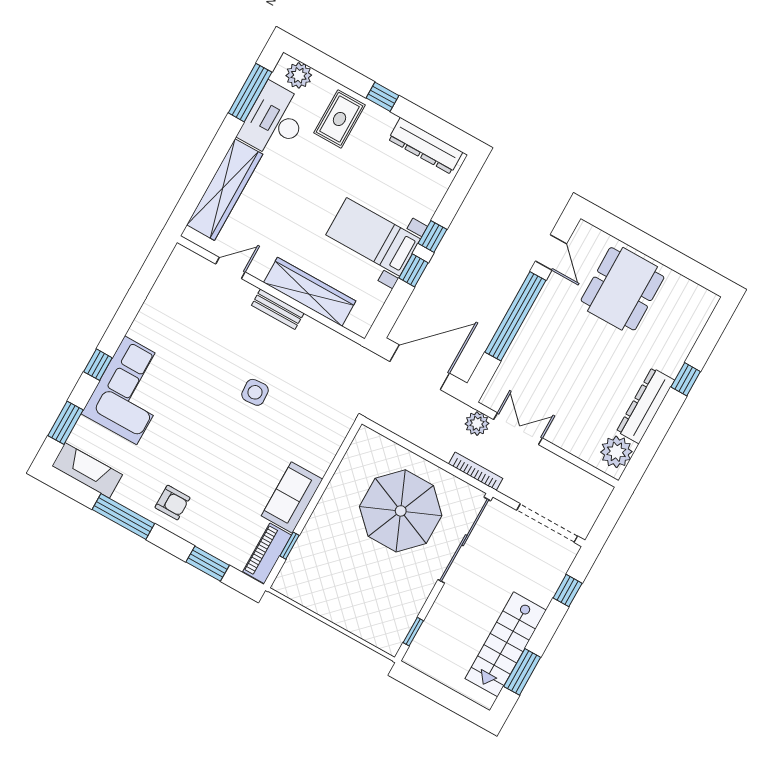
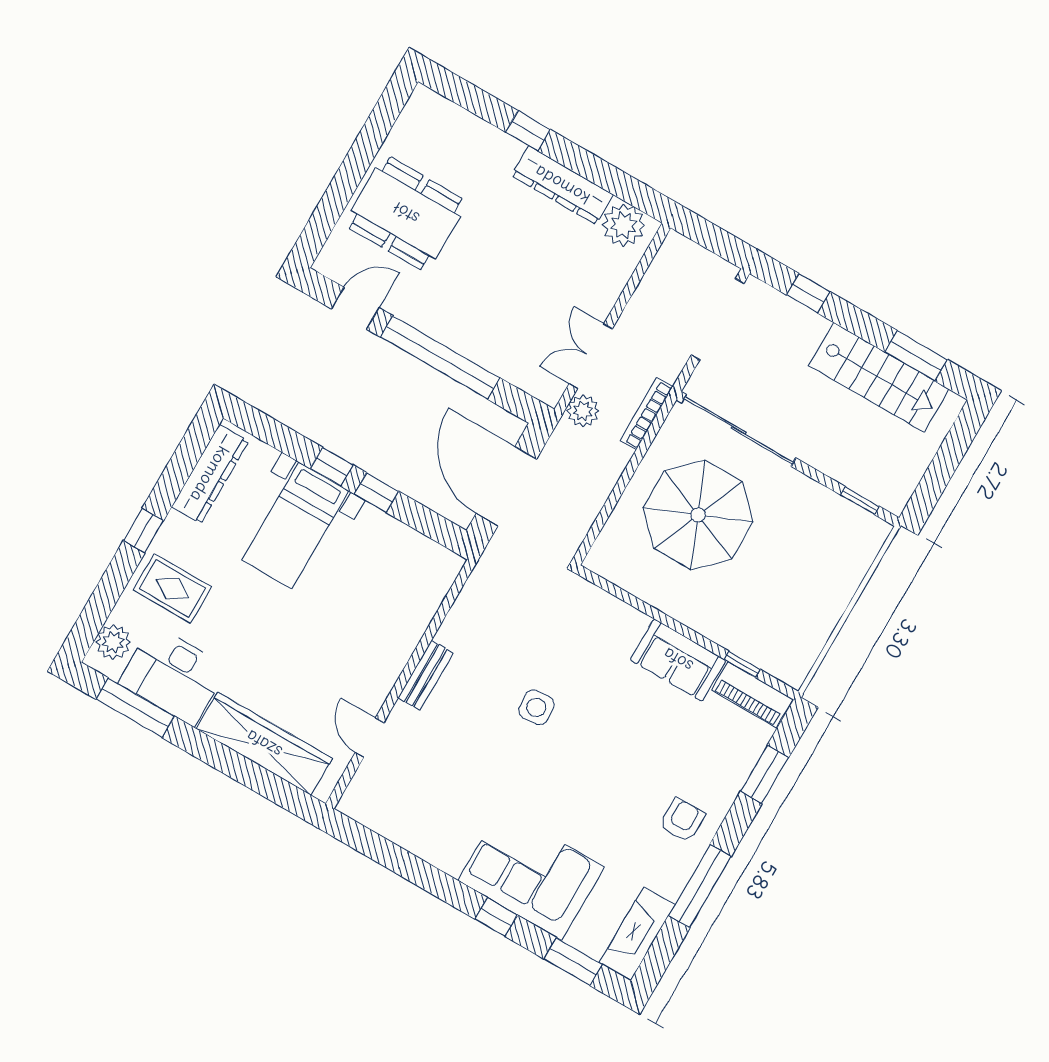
bed with nightstands: (373, 237) -> (295, 525), moved
wardrobe: (310, 292) -> (403, 632), removed

